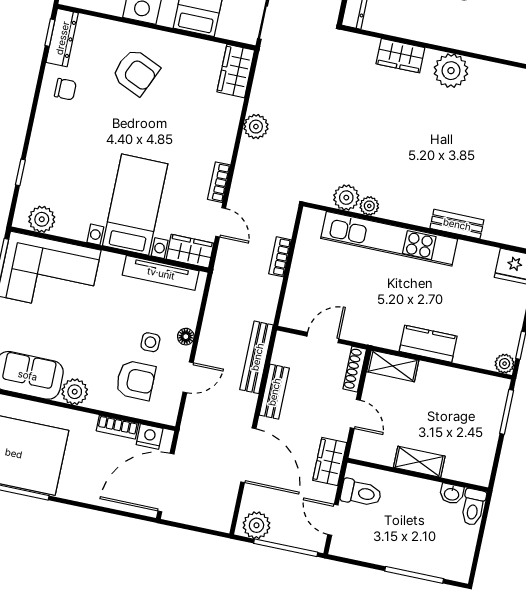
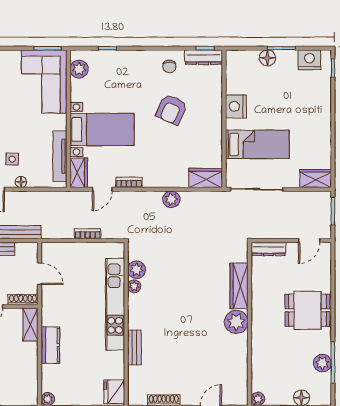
wardrobe: (400, 56) -> (239, 286), width x1.50
armchair: (136, 72) -> (172, 110), moved

